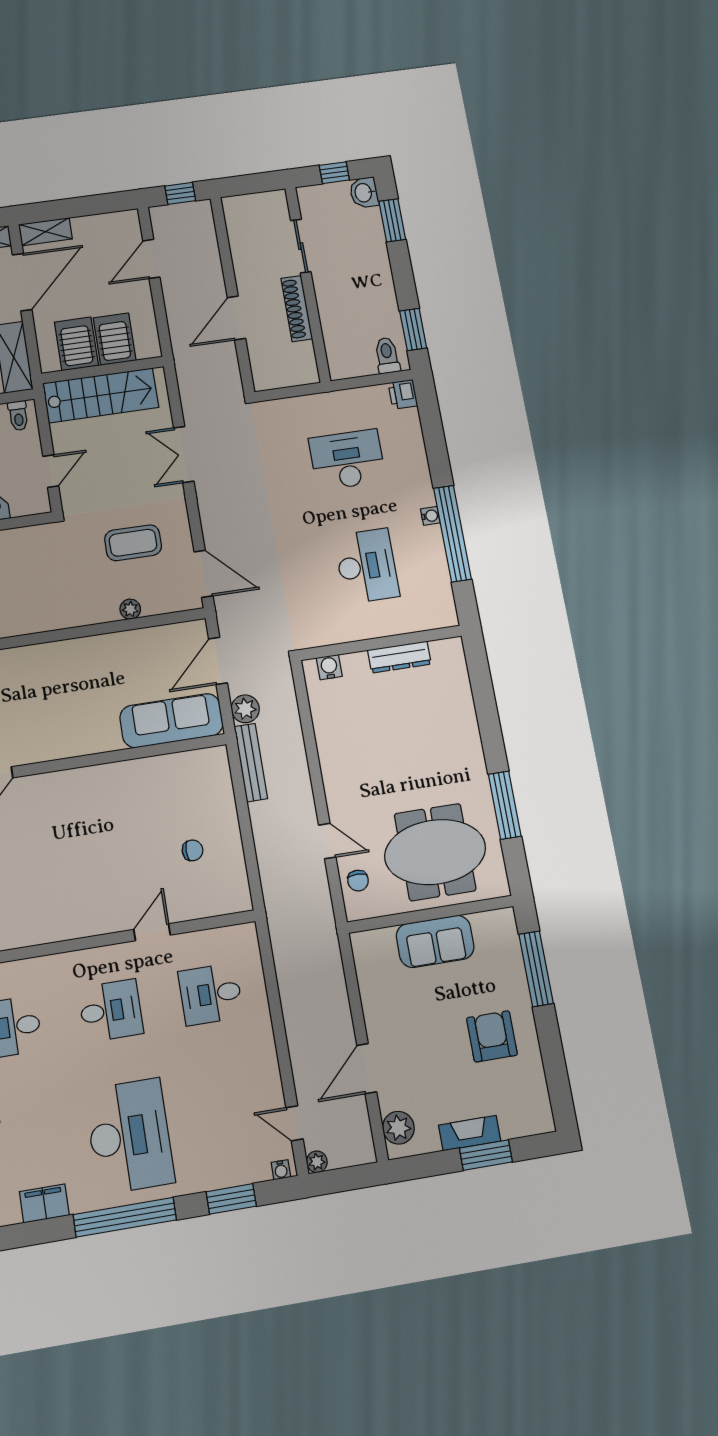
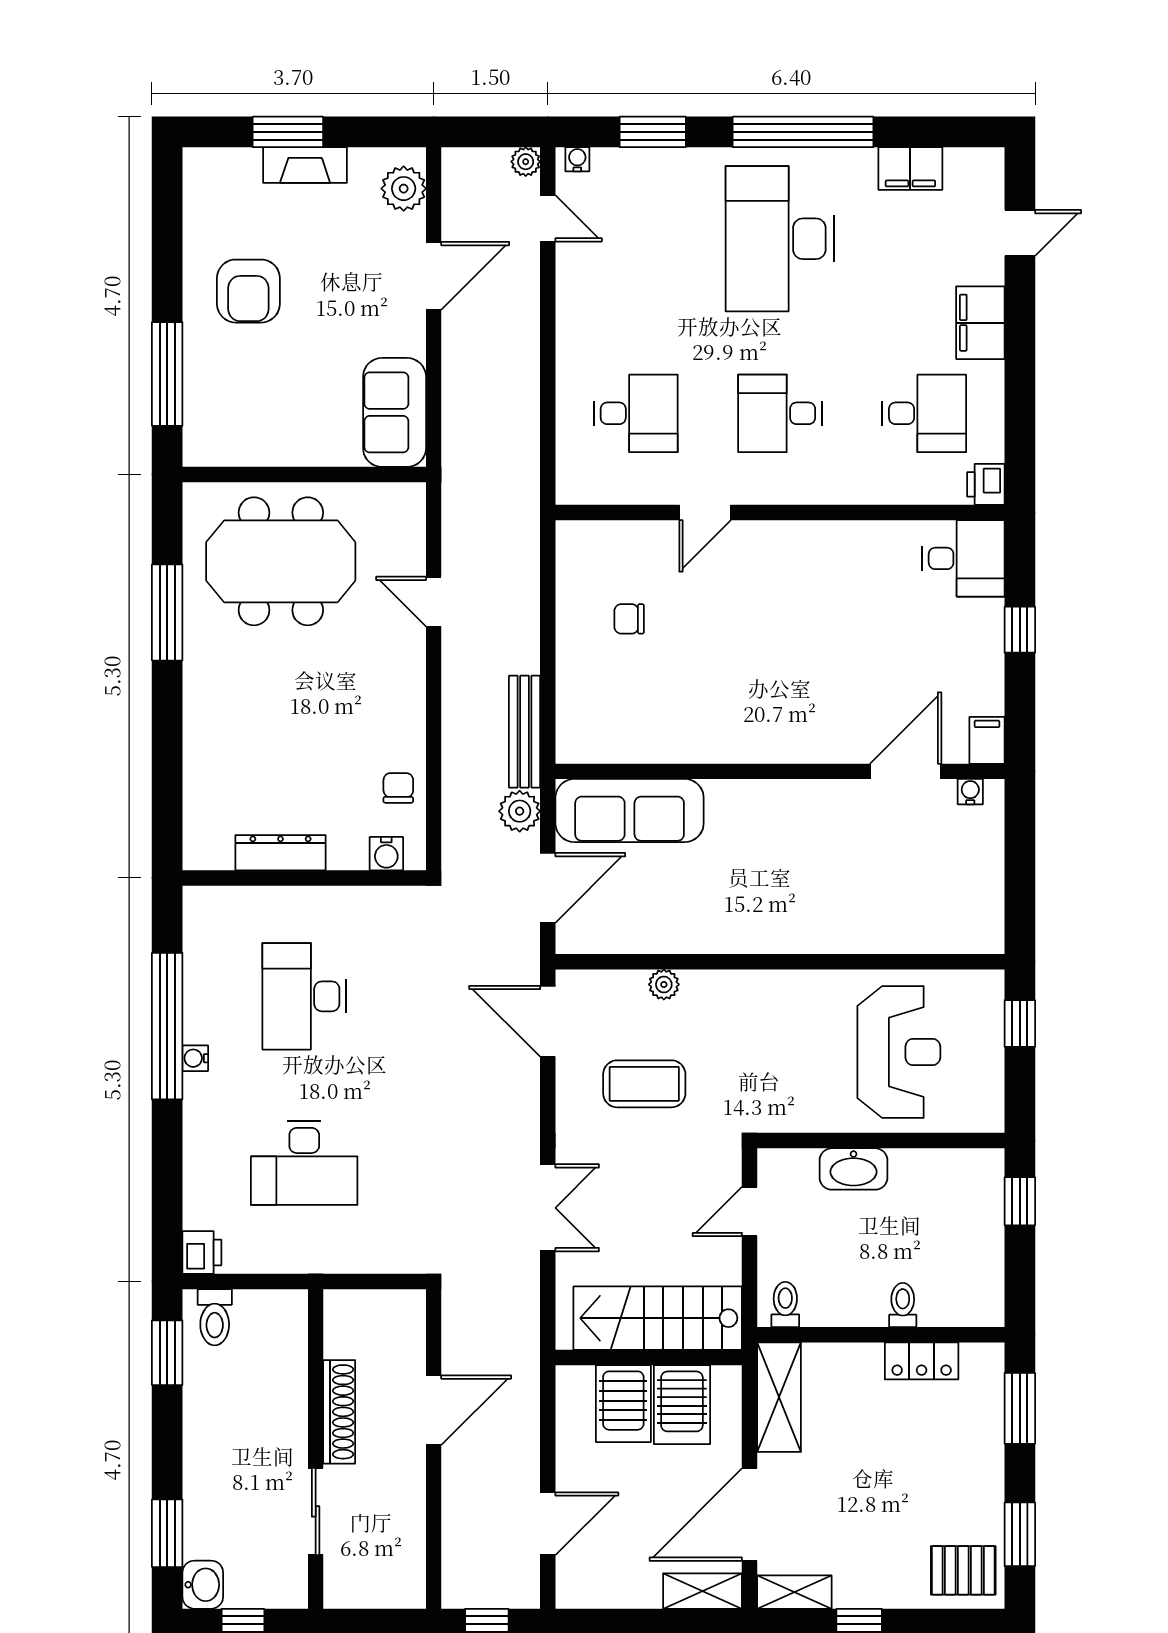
chair: (358, 881) -> (398, 788), moved
sofa: (435, 941) -> (395, 412), moved, turned -90

